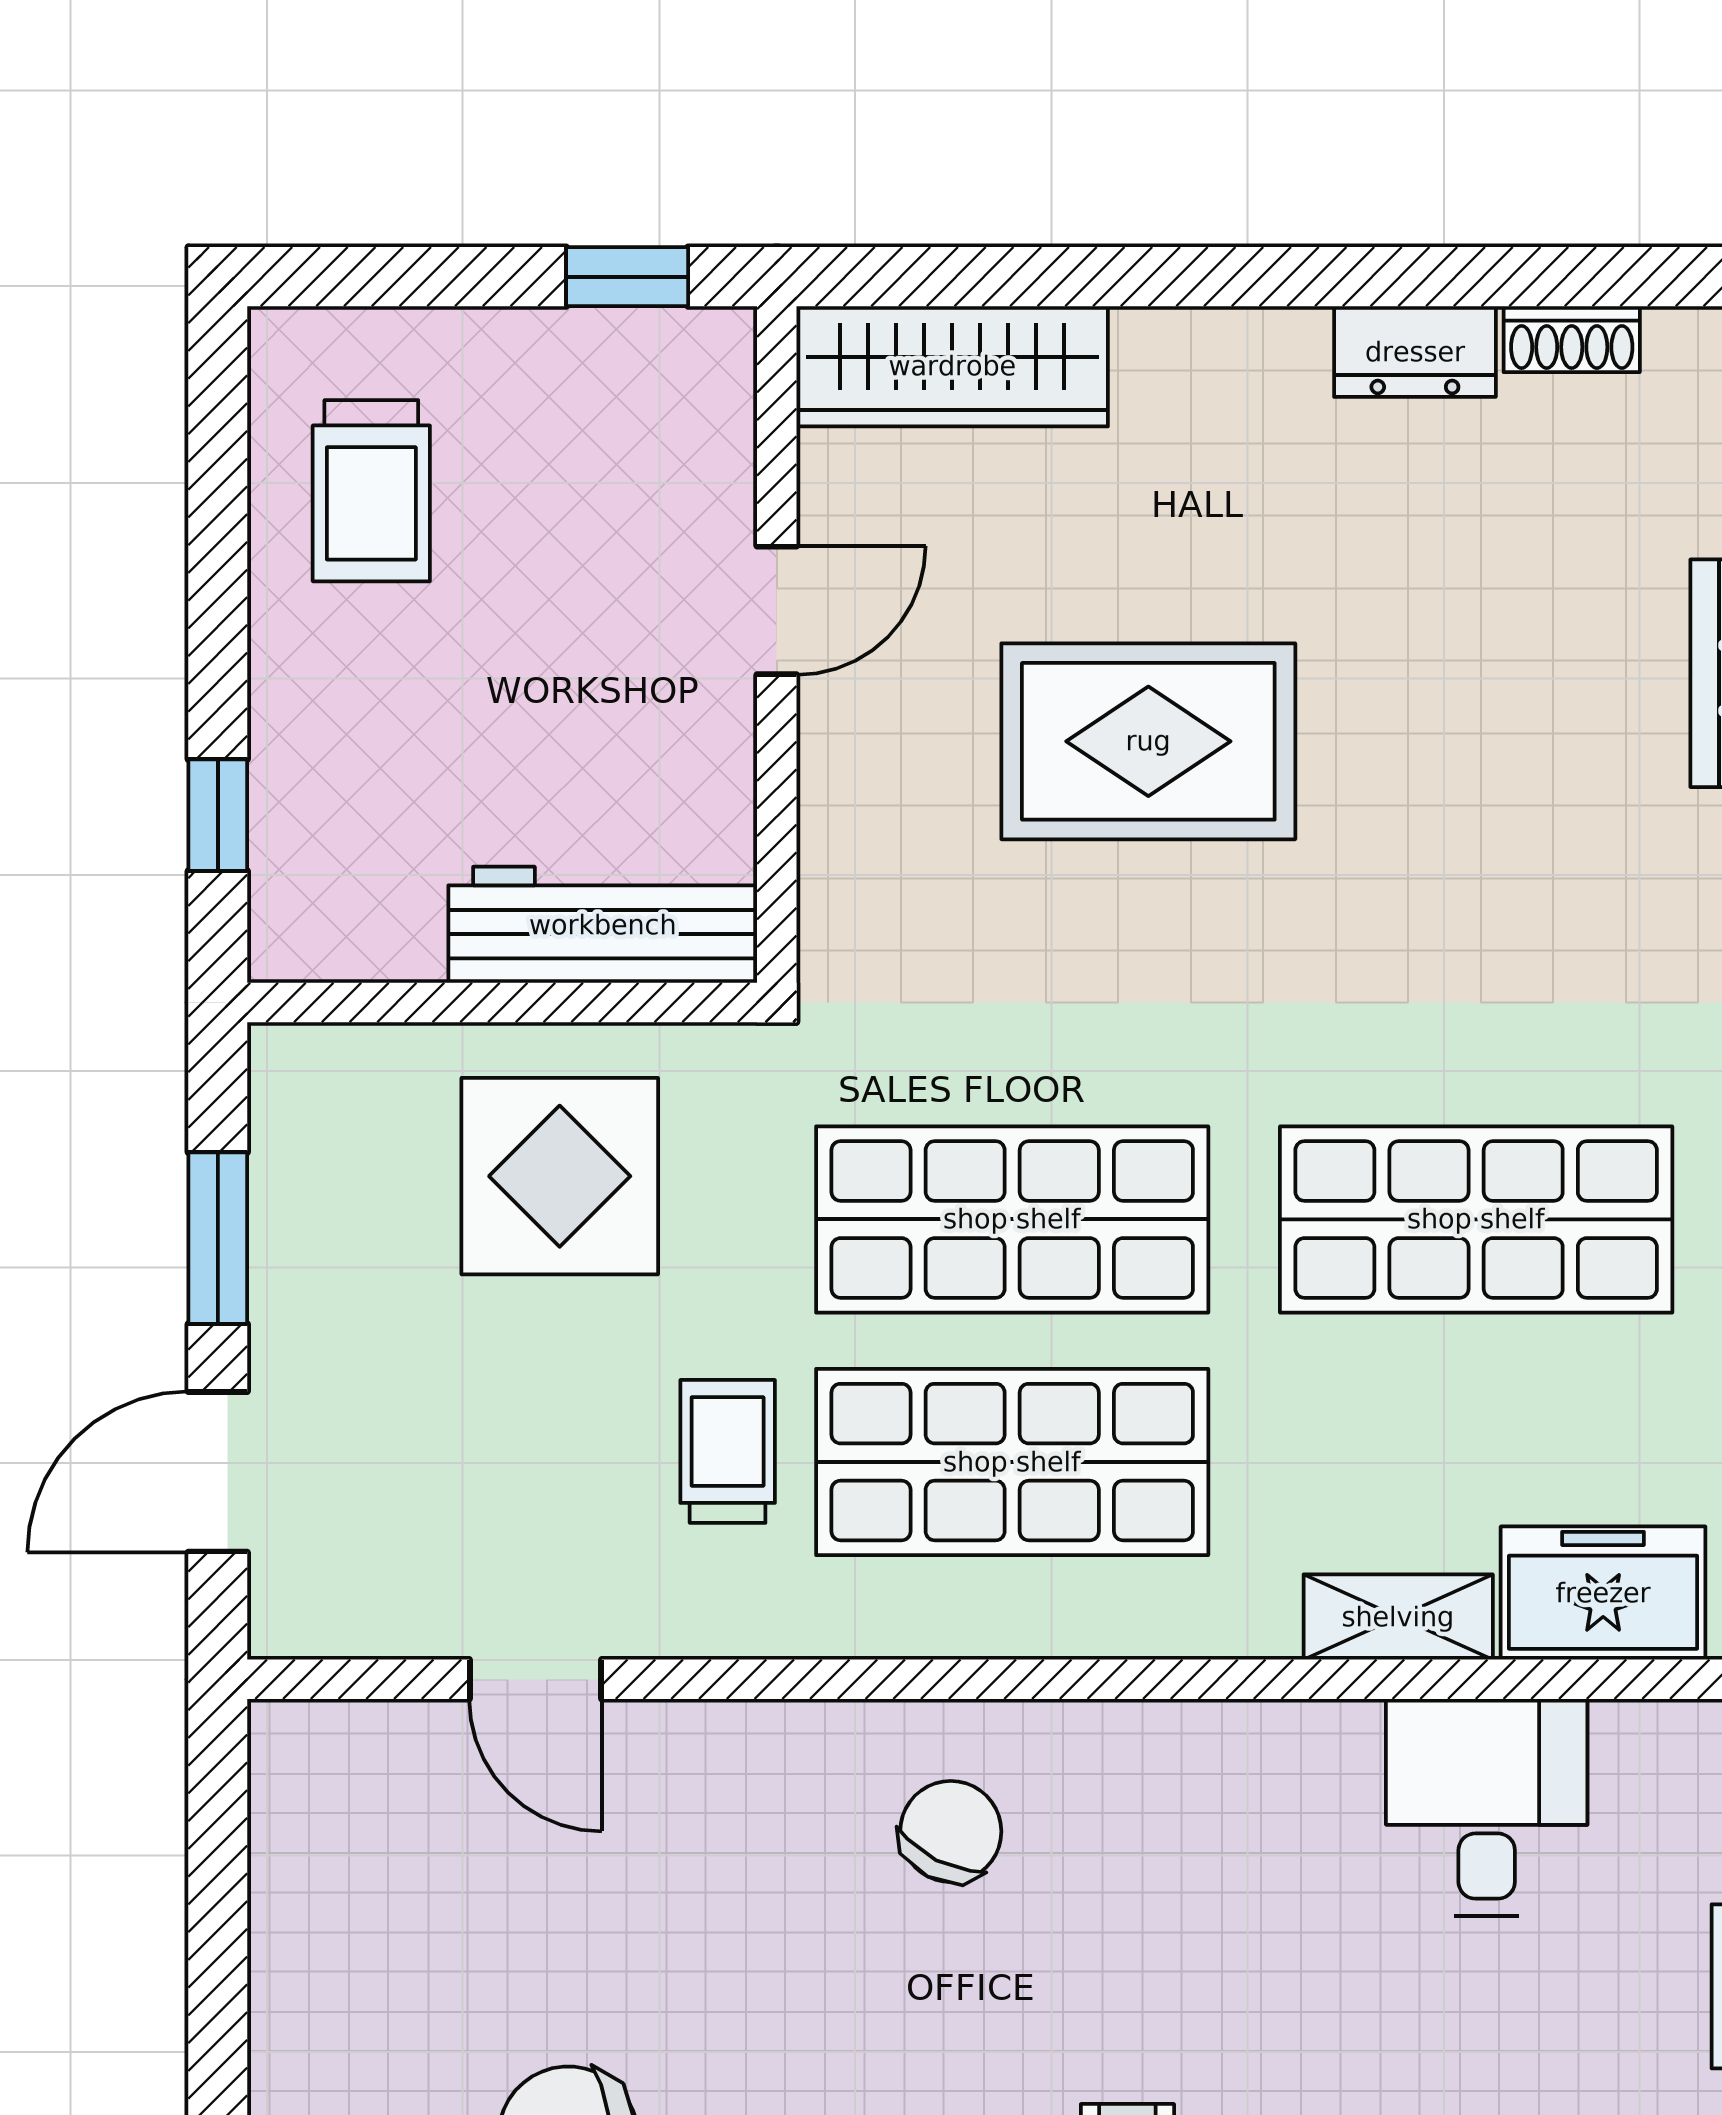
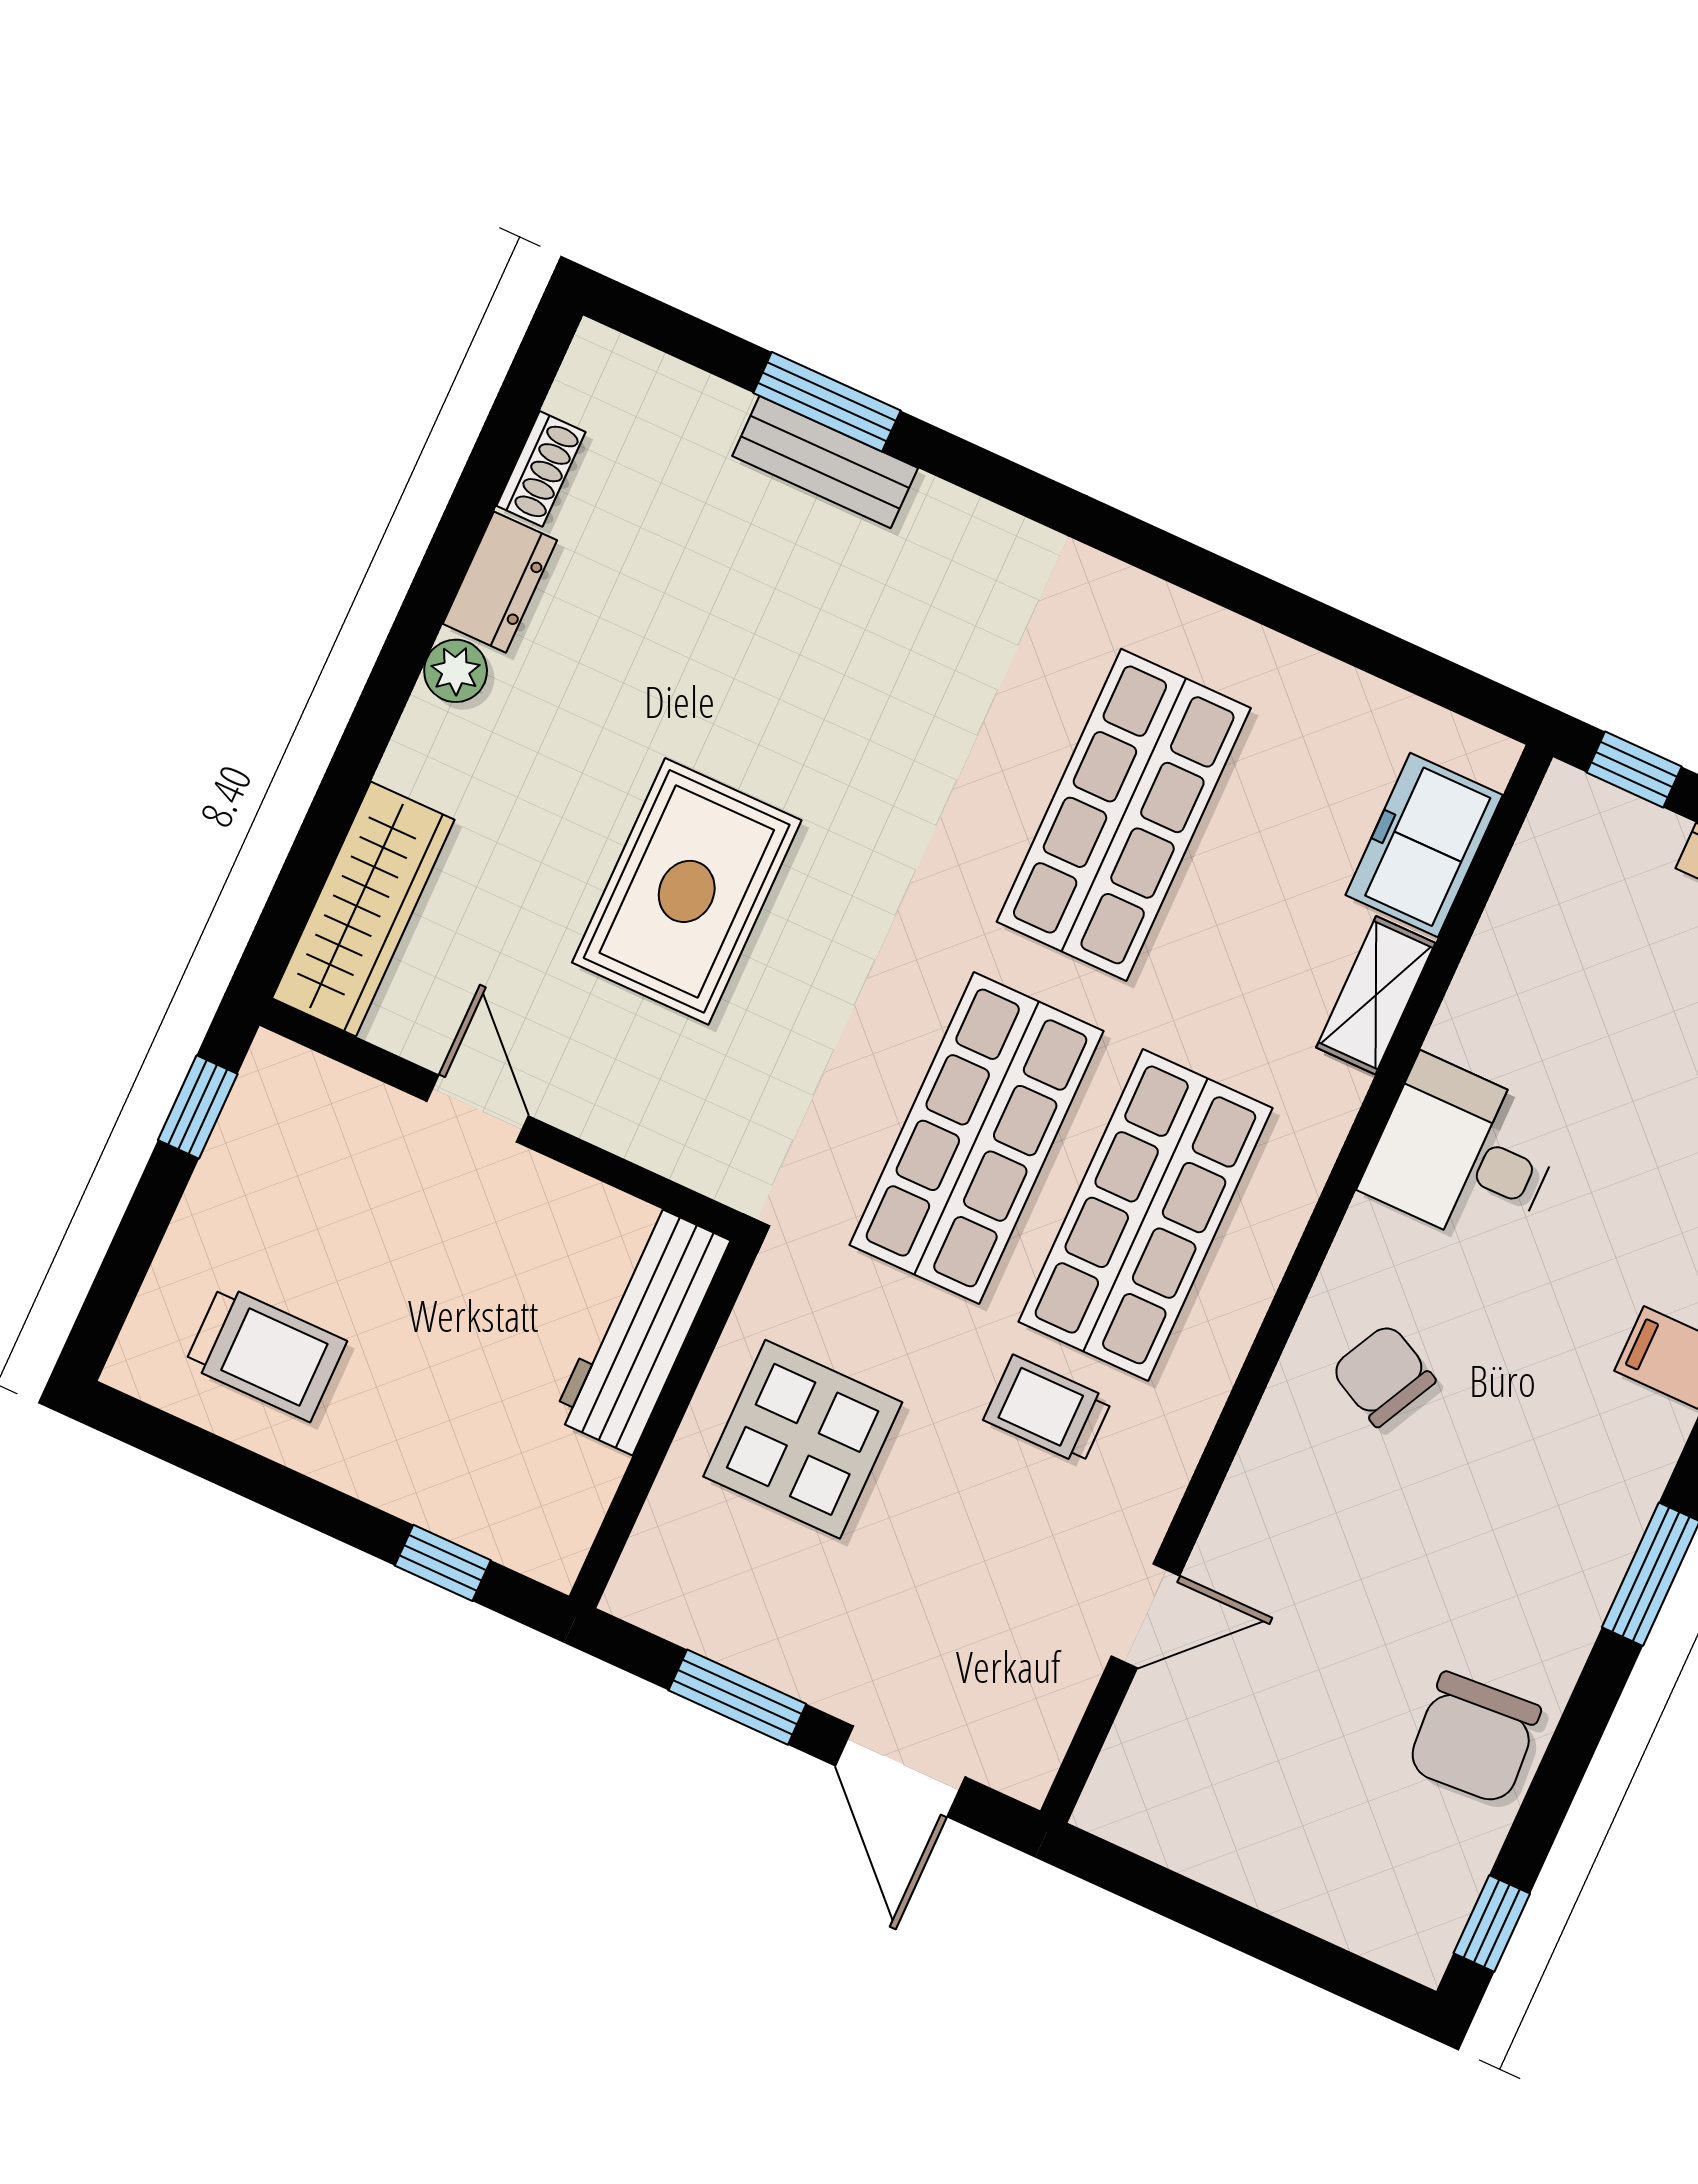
plant: (1285, 347) -> (456, 671), added
desk: (1487, 1807) -> (1464, 1154), moved

